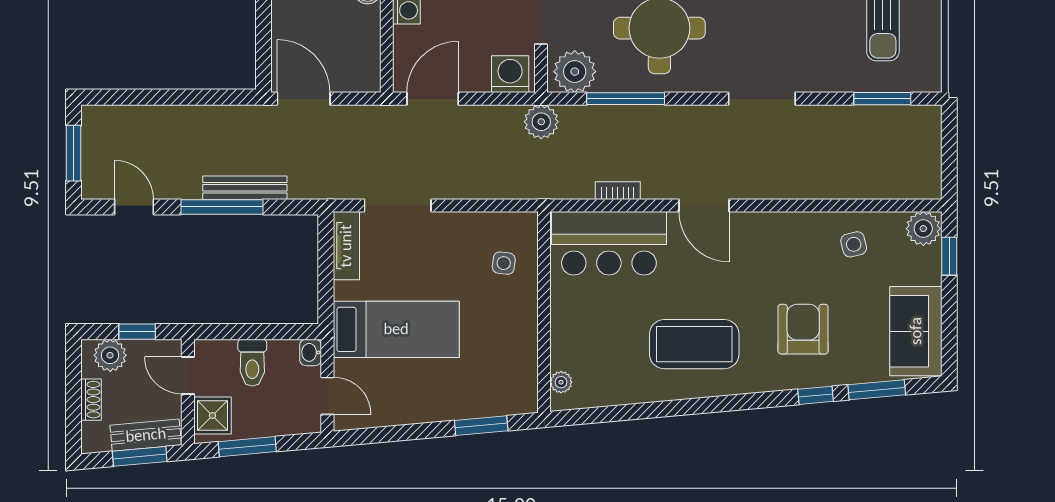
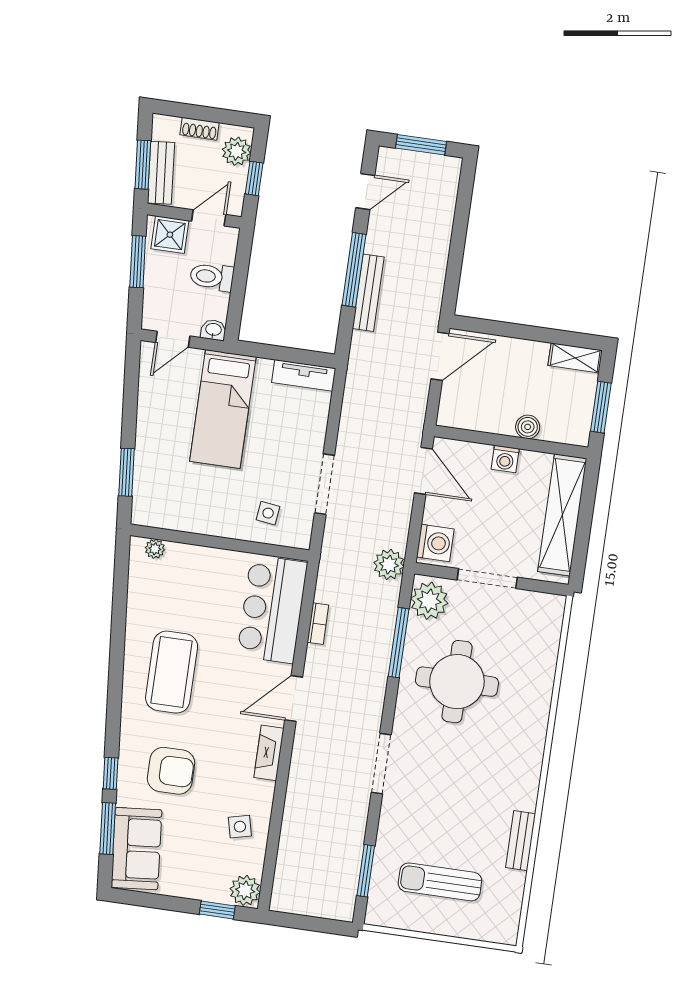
doorway: (398, 205) -> (325, 484), moved
fireplace: (768, 224) -> (269, 753), added
sofa: (916, 331) -> (137, 849), moved, turned 85

